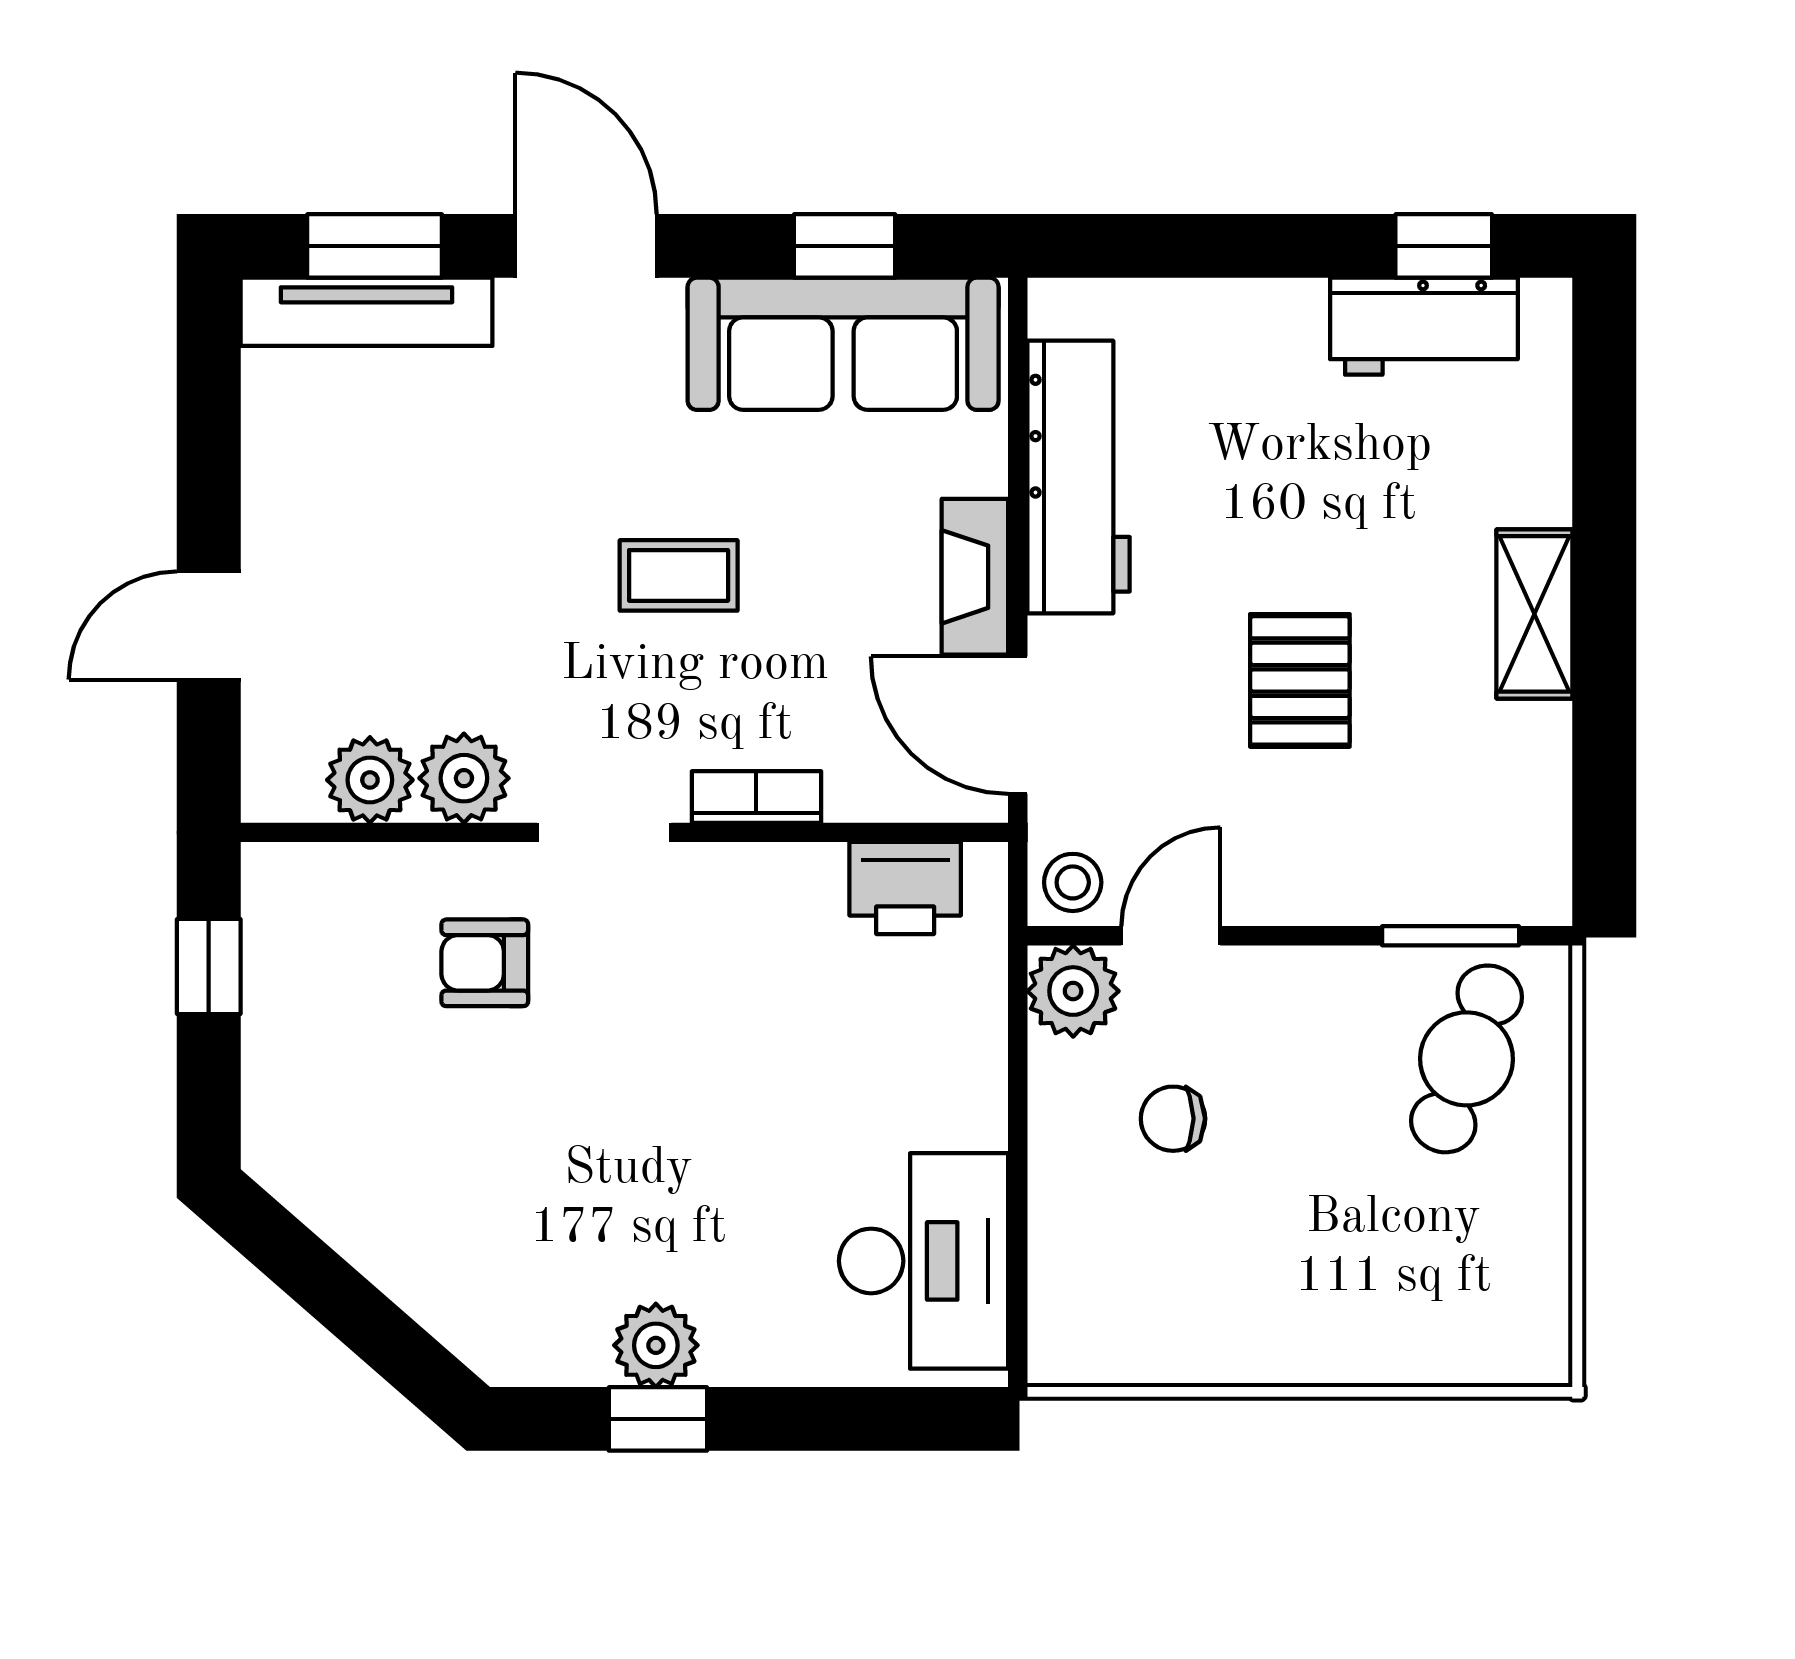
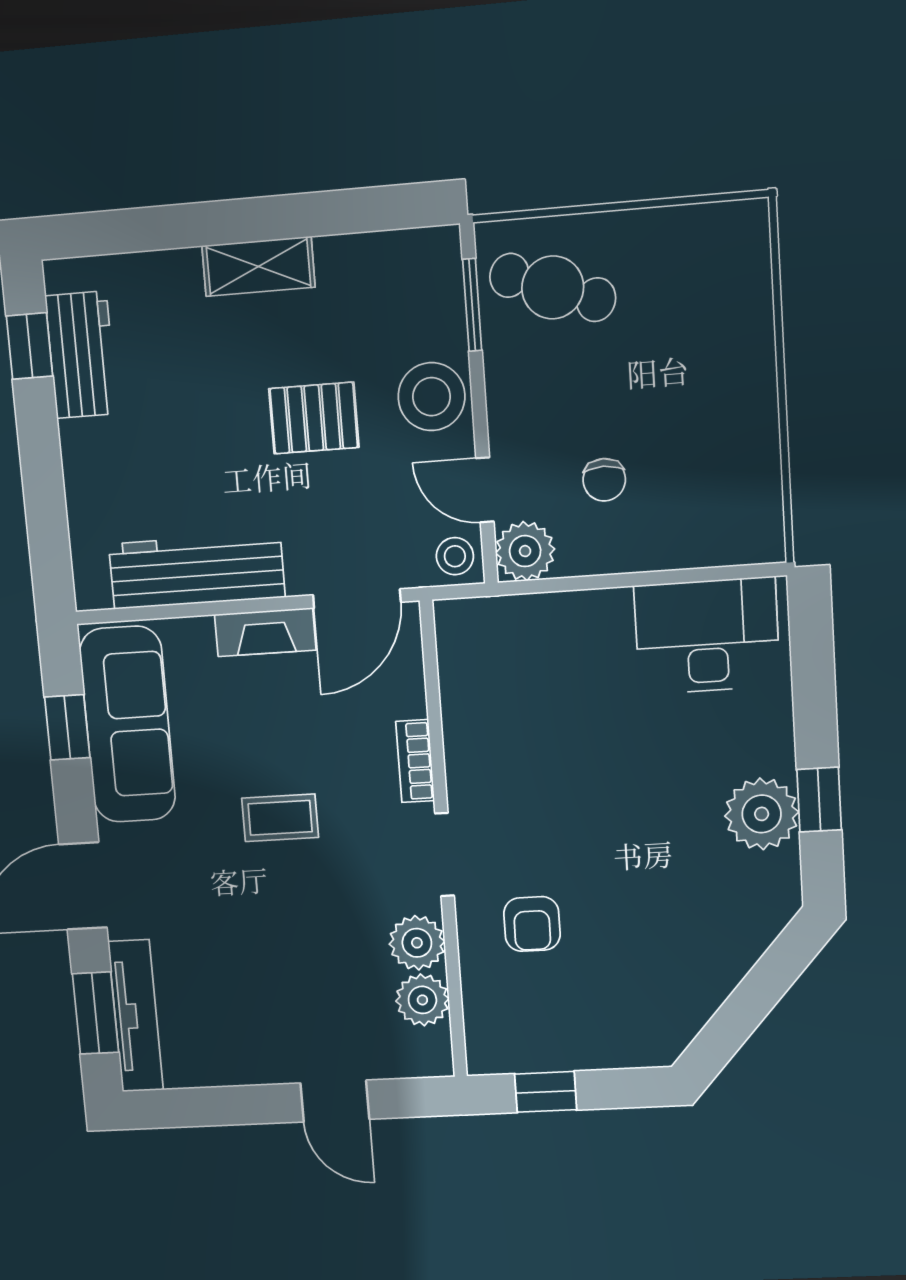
coffee table: (679, 575) -> (280, 818), turned 90
stool: (1318, 864) -> (432, 397), added
printer: (905, 888) -> (466, 663), removed
plant: (656, 1345) -> (762, 814), width x1.36, depth x1.36

